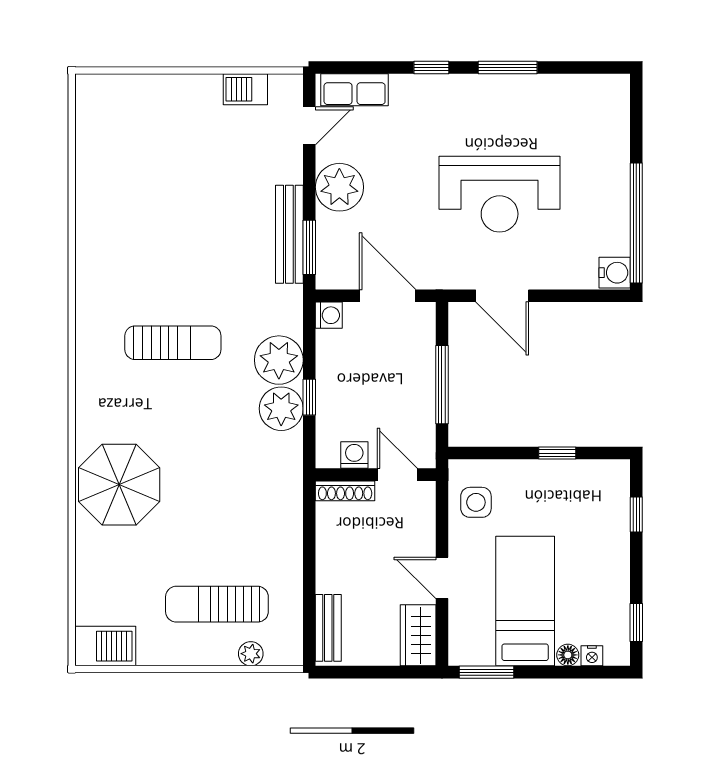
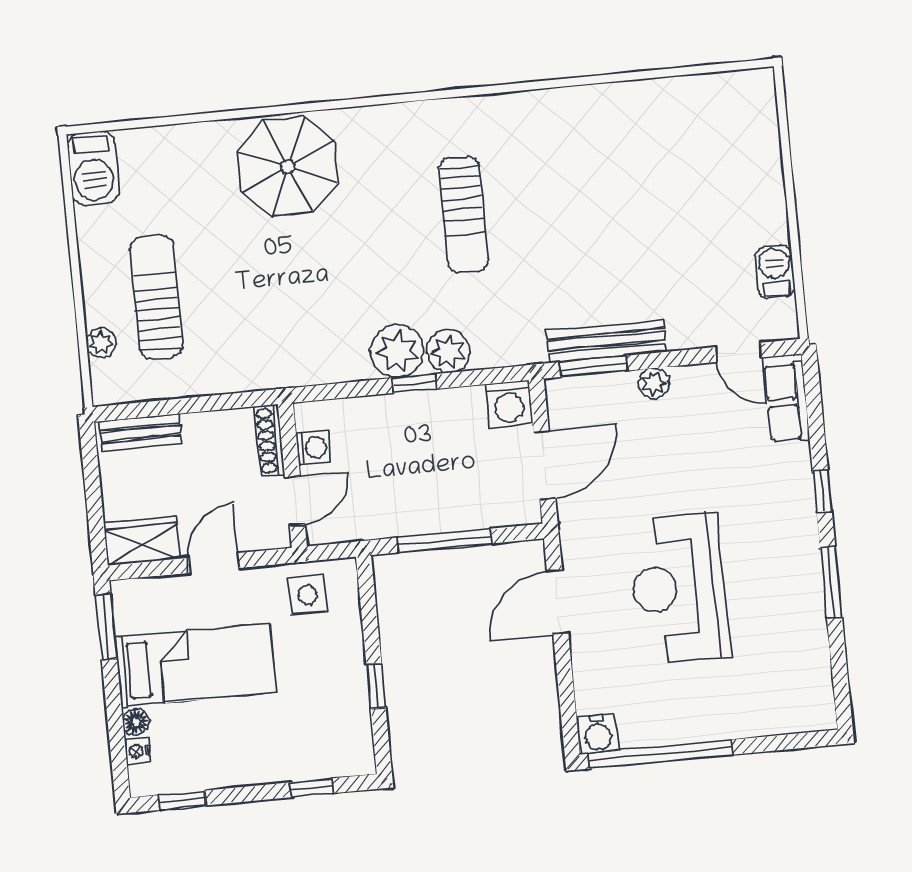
plant: (339, 187) -> (654, 383), width x0.53, depth x0.53
washing machine: (329, 315) -> (509, 404), width x1.38, depth x1.38
plant: (279, 360) -> (448, 351), width x0.73, depth x0.73
washing machine: (354, 455) -> (313, 447), moved
wall: (376, 475) -> (292, 475), moved
door: (397, 475) -> (295, 501), moved
shoe rack: (345, 491) -> (270, 441), moved

